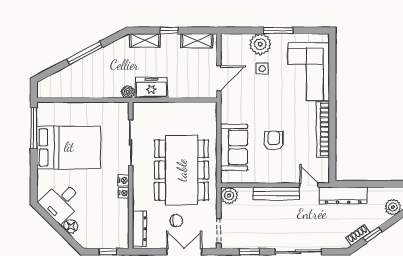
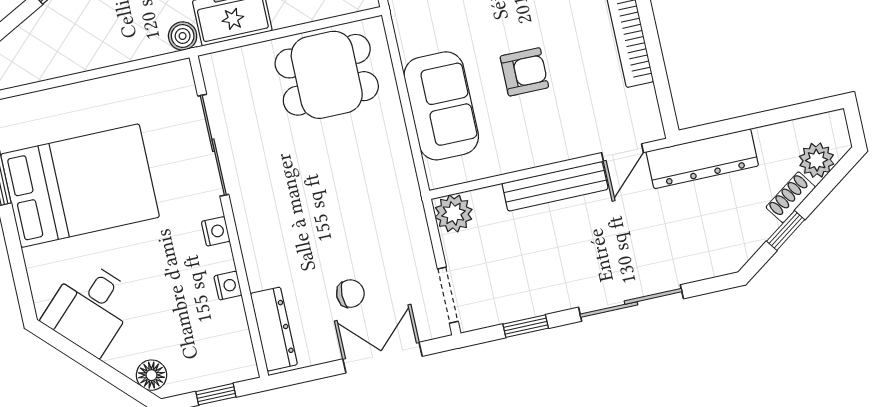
armchair: (274, 140) -> (524, 72), turned 90
dining table: (182, 170) -> (327, 75), moved, width x0.53, depth x0.80
door: (309, 185) -> (622, 153), swing flipped
nightstand: (124, 193) -> (228, 286), moved
floor lamp: (71, 226) -> (151, 375), moved
shoe rack: (358, 235) -> (791, 197), moved

